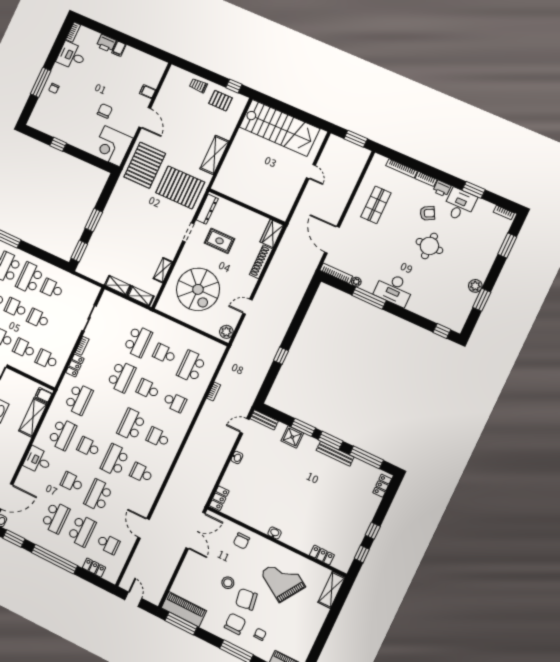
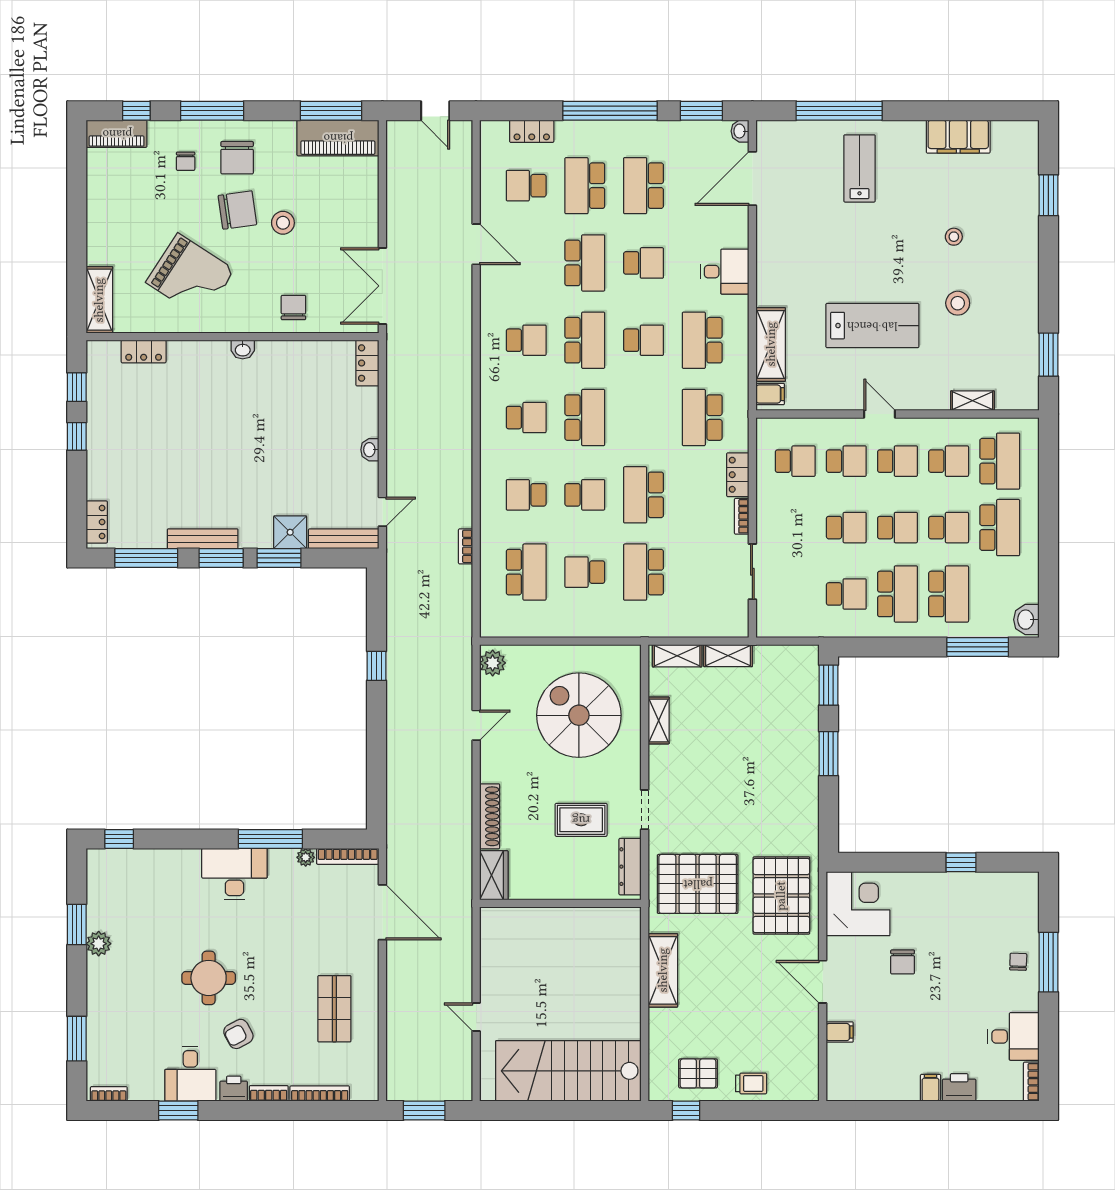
school desk: (165, 354) -> (585, 572), turned 180
bench: (264, 420) -> (344, 539), width x1.36

